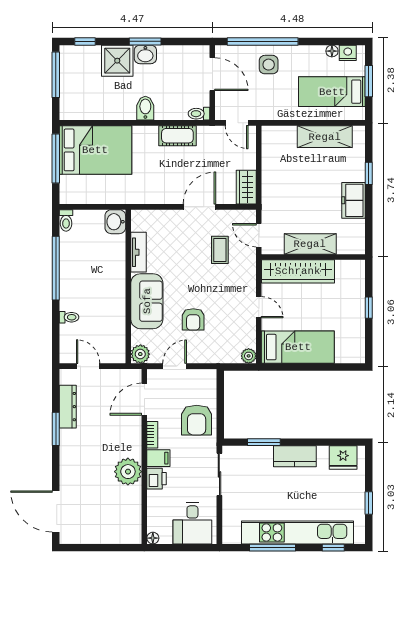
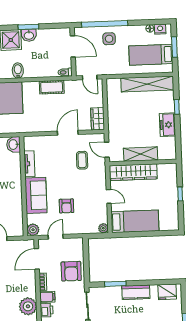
bidet: (145, 108) -> (18, 71), moved
shelving: (325, 137) -> (147, 84), width x1.47

